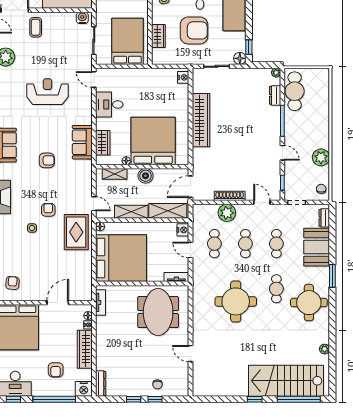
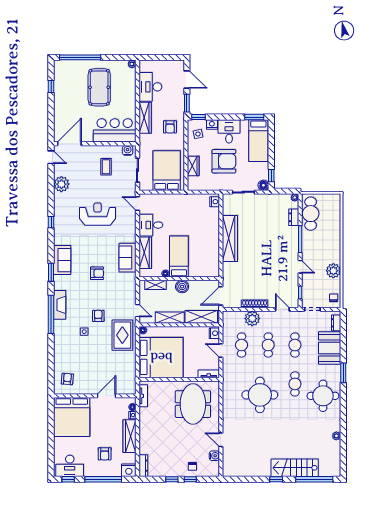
coffee table: (36, 27) -> (106, 167), moved
bed: (153, 141) -> (179, 256), width x0.49
wardrobe: (103, 143) -> (145, 253), width x1.50
water cooler: (183, 372) -> (214, 456), added
stairs: (286, 381) -> (295, 468), width x0.73, depth x0.66

